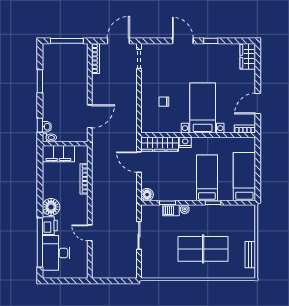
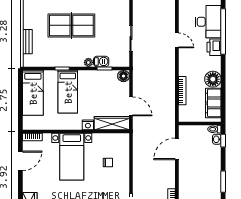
filing cabinet: (58, 154) -> (213, 103), moved, turned -90
floor lamp: (51, 207) -> (213, 79), moved
bench: (250, 255) -> (27, 42), moved

